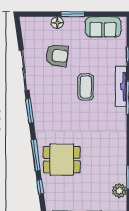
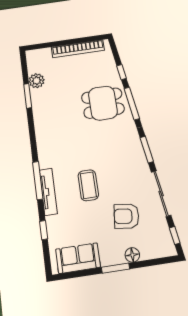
window: (19, 33) -> (175, 235), added

